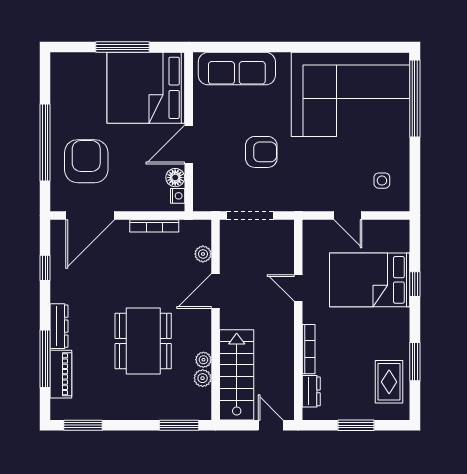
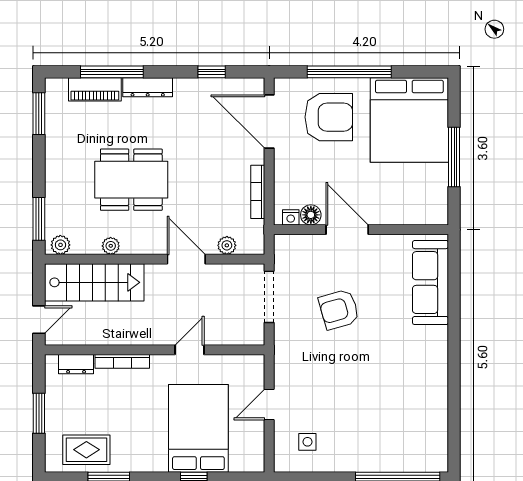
bed: (146, 88) -> (409, 120), moved, turned 180
corner sofa: (351, 94) -> (402, 407), removed
armchair: (261, 152) -> (339, 309), turned 74
plant: (203, 378) -> (60, 245), moved

